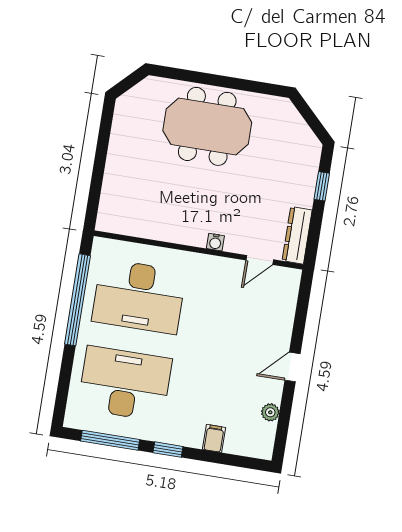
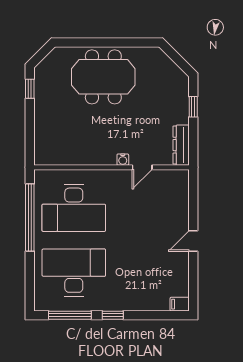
window: (106, 126) -> (30, 89), added
door: (260, 260) -> (142, 167), moved
plant: (270, 412) -> (182, 276), removed
filing cabinet: (214, 438) -> (180, 304), moved, turned -90

